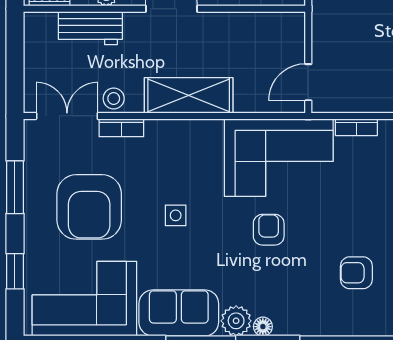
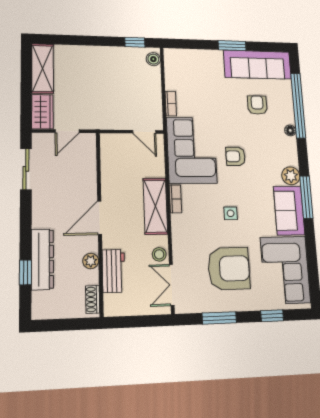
bookcase: (121, 128) -> (175, 199), moved
armchair: (356, 273) -> (257, 105), turned 180
floor lamp: (263, 327) -> (290, 130), moved

